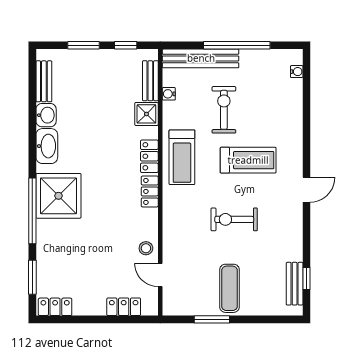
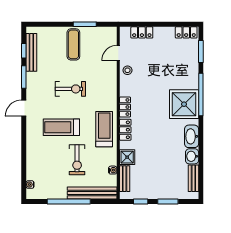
window: (306, 238) -> (24, 77), added
door: (160, 275) -> (118, 53), swing flipped
bench: (295, 284) -> (31, 52), width x1.36

